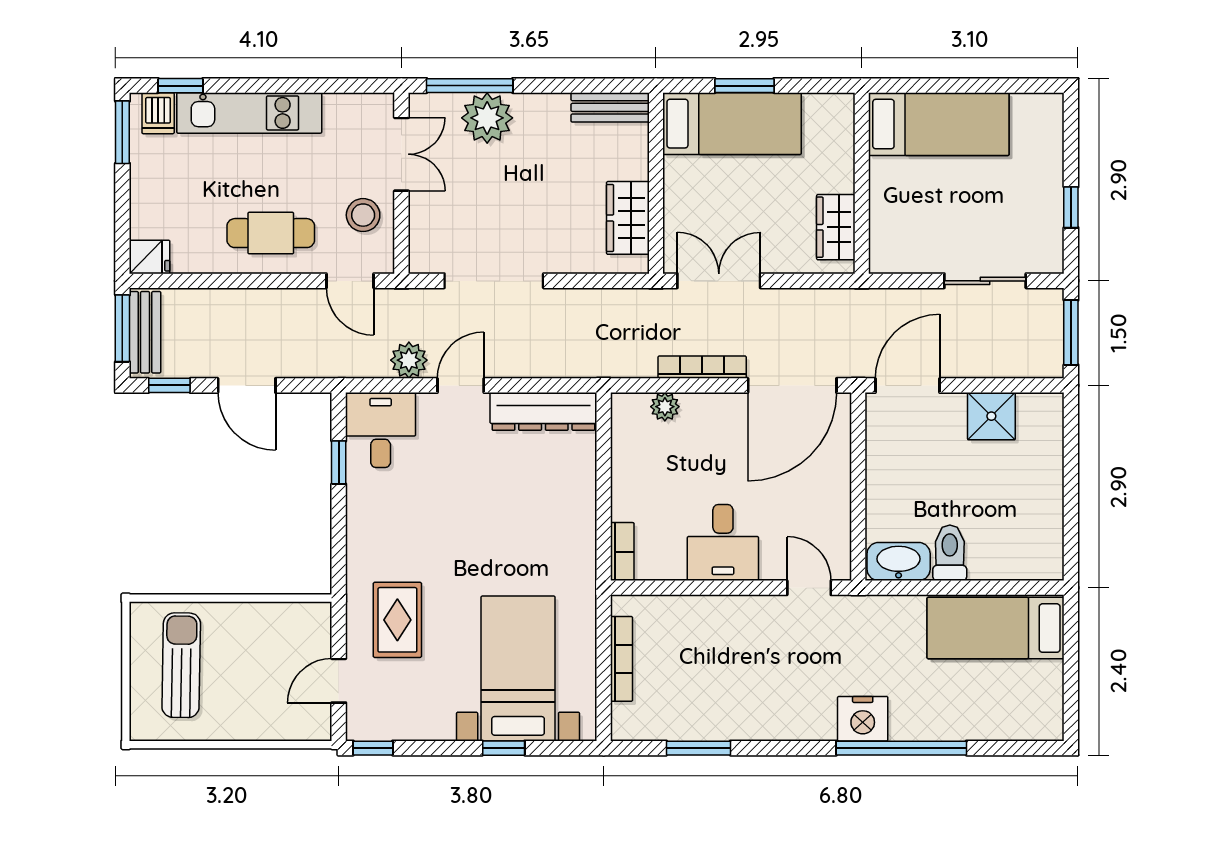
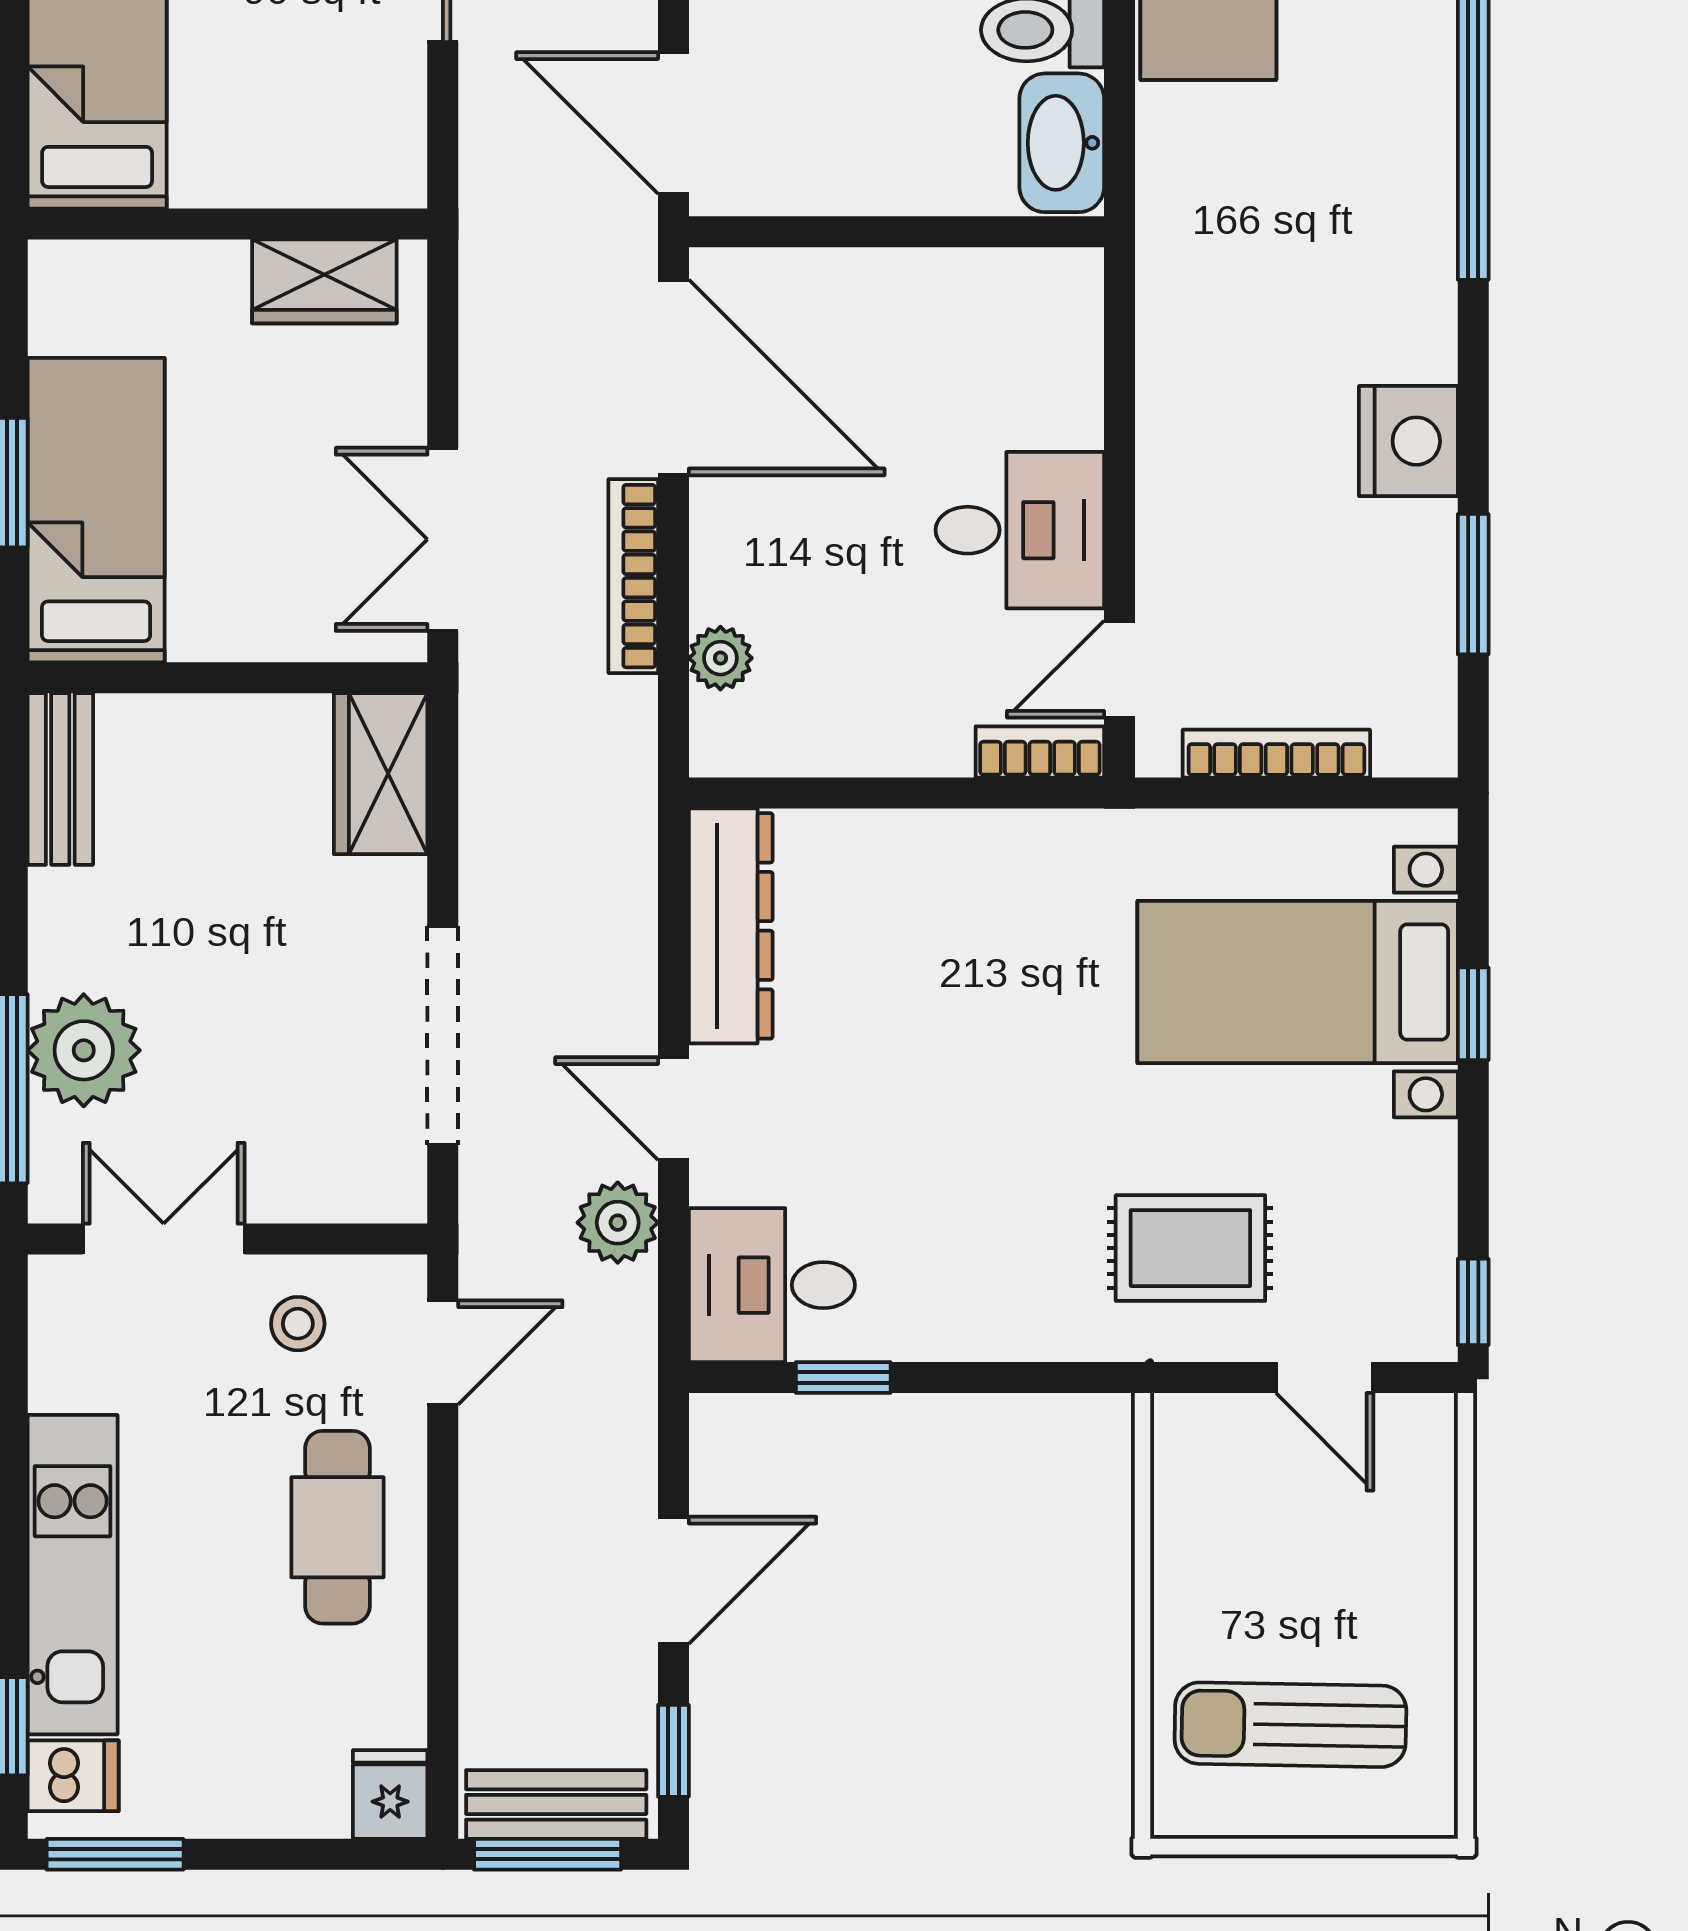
stool: (363, 215) -> (298, 1324), width x0.73, depth x0.73
wardrobe: (628, 218) -> (381, 774), moved, turned 90
door: (809, 588) -> (1119, 669), moved
nightstand: (863, 719) -> (1408, 441), moved

